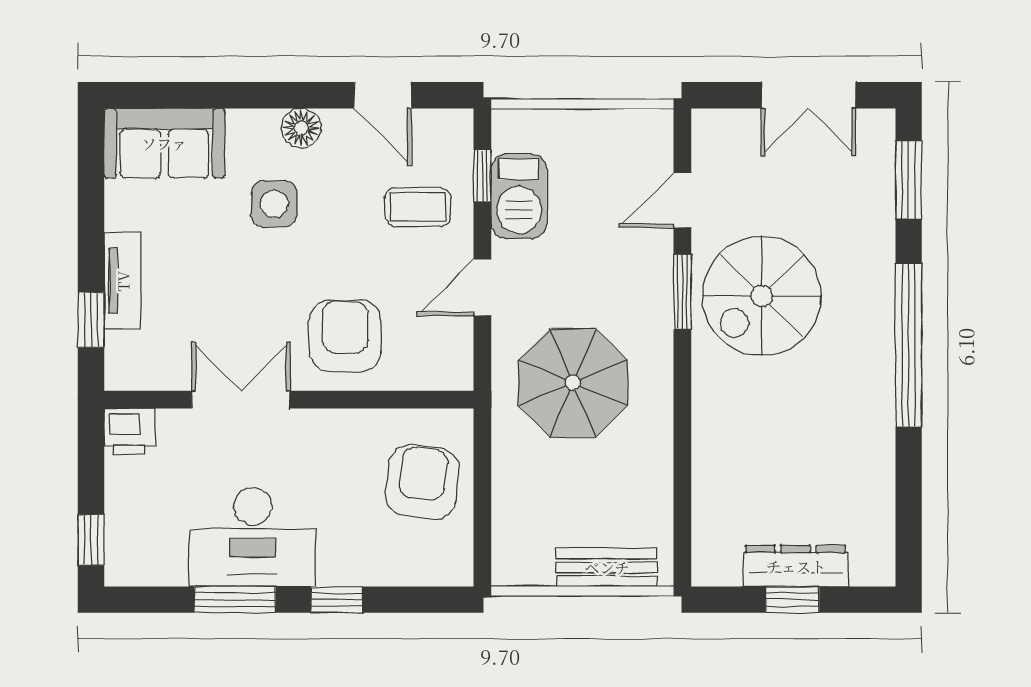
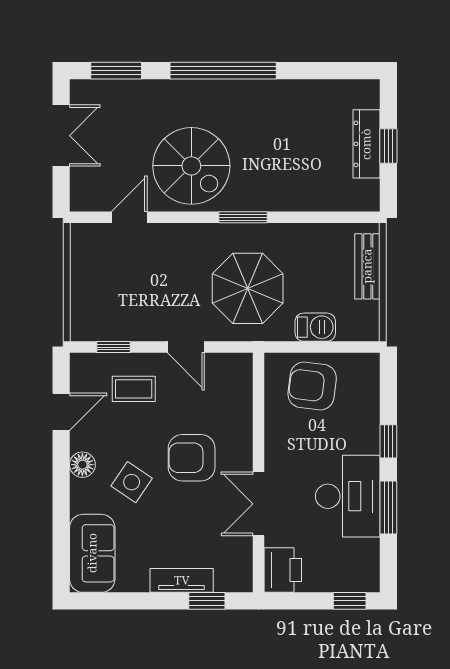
barbecue: (519, 196) -> (315, 327), moved, width x0.73, depth x0.79
door: (682, 200) -> (129, 217), swing flipped
side table: (274, 204) -> (132, 482), turned 34
coffee table: (418, 207) -> (134, 389), turned 90
window: (682, 292) -> (243, 217), moved
armchair: (345, 336) -> (192, 458), moved
printer: (129, 431) -> (283, 570), width x1.36, depth x1.24

